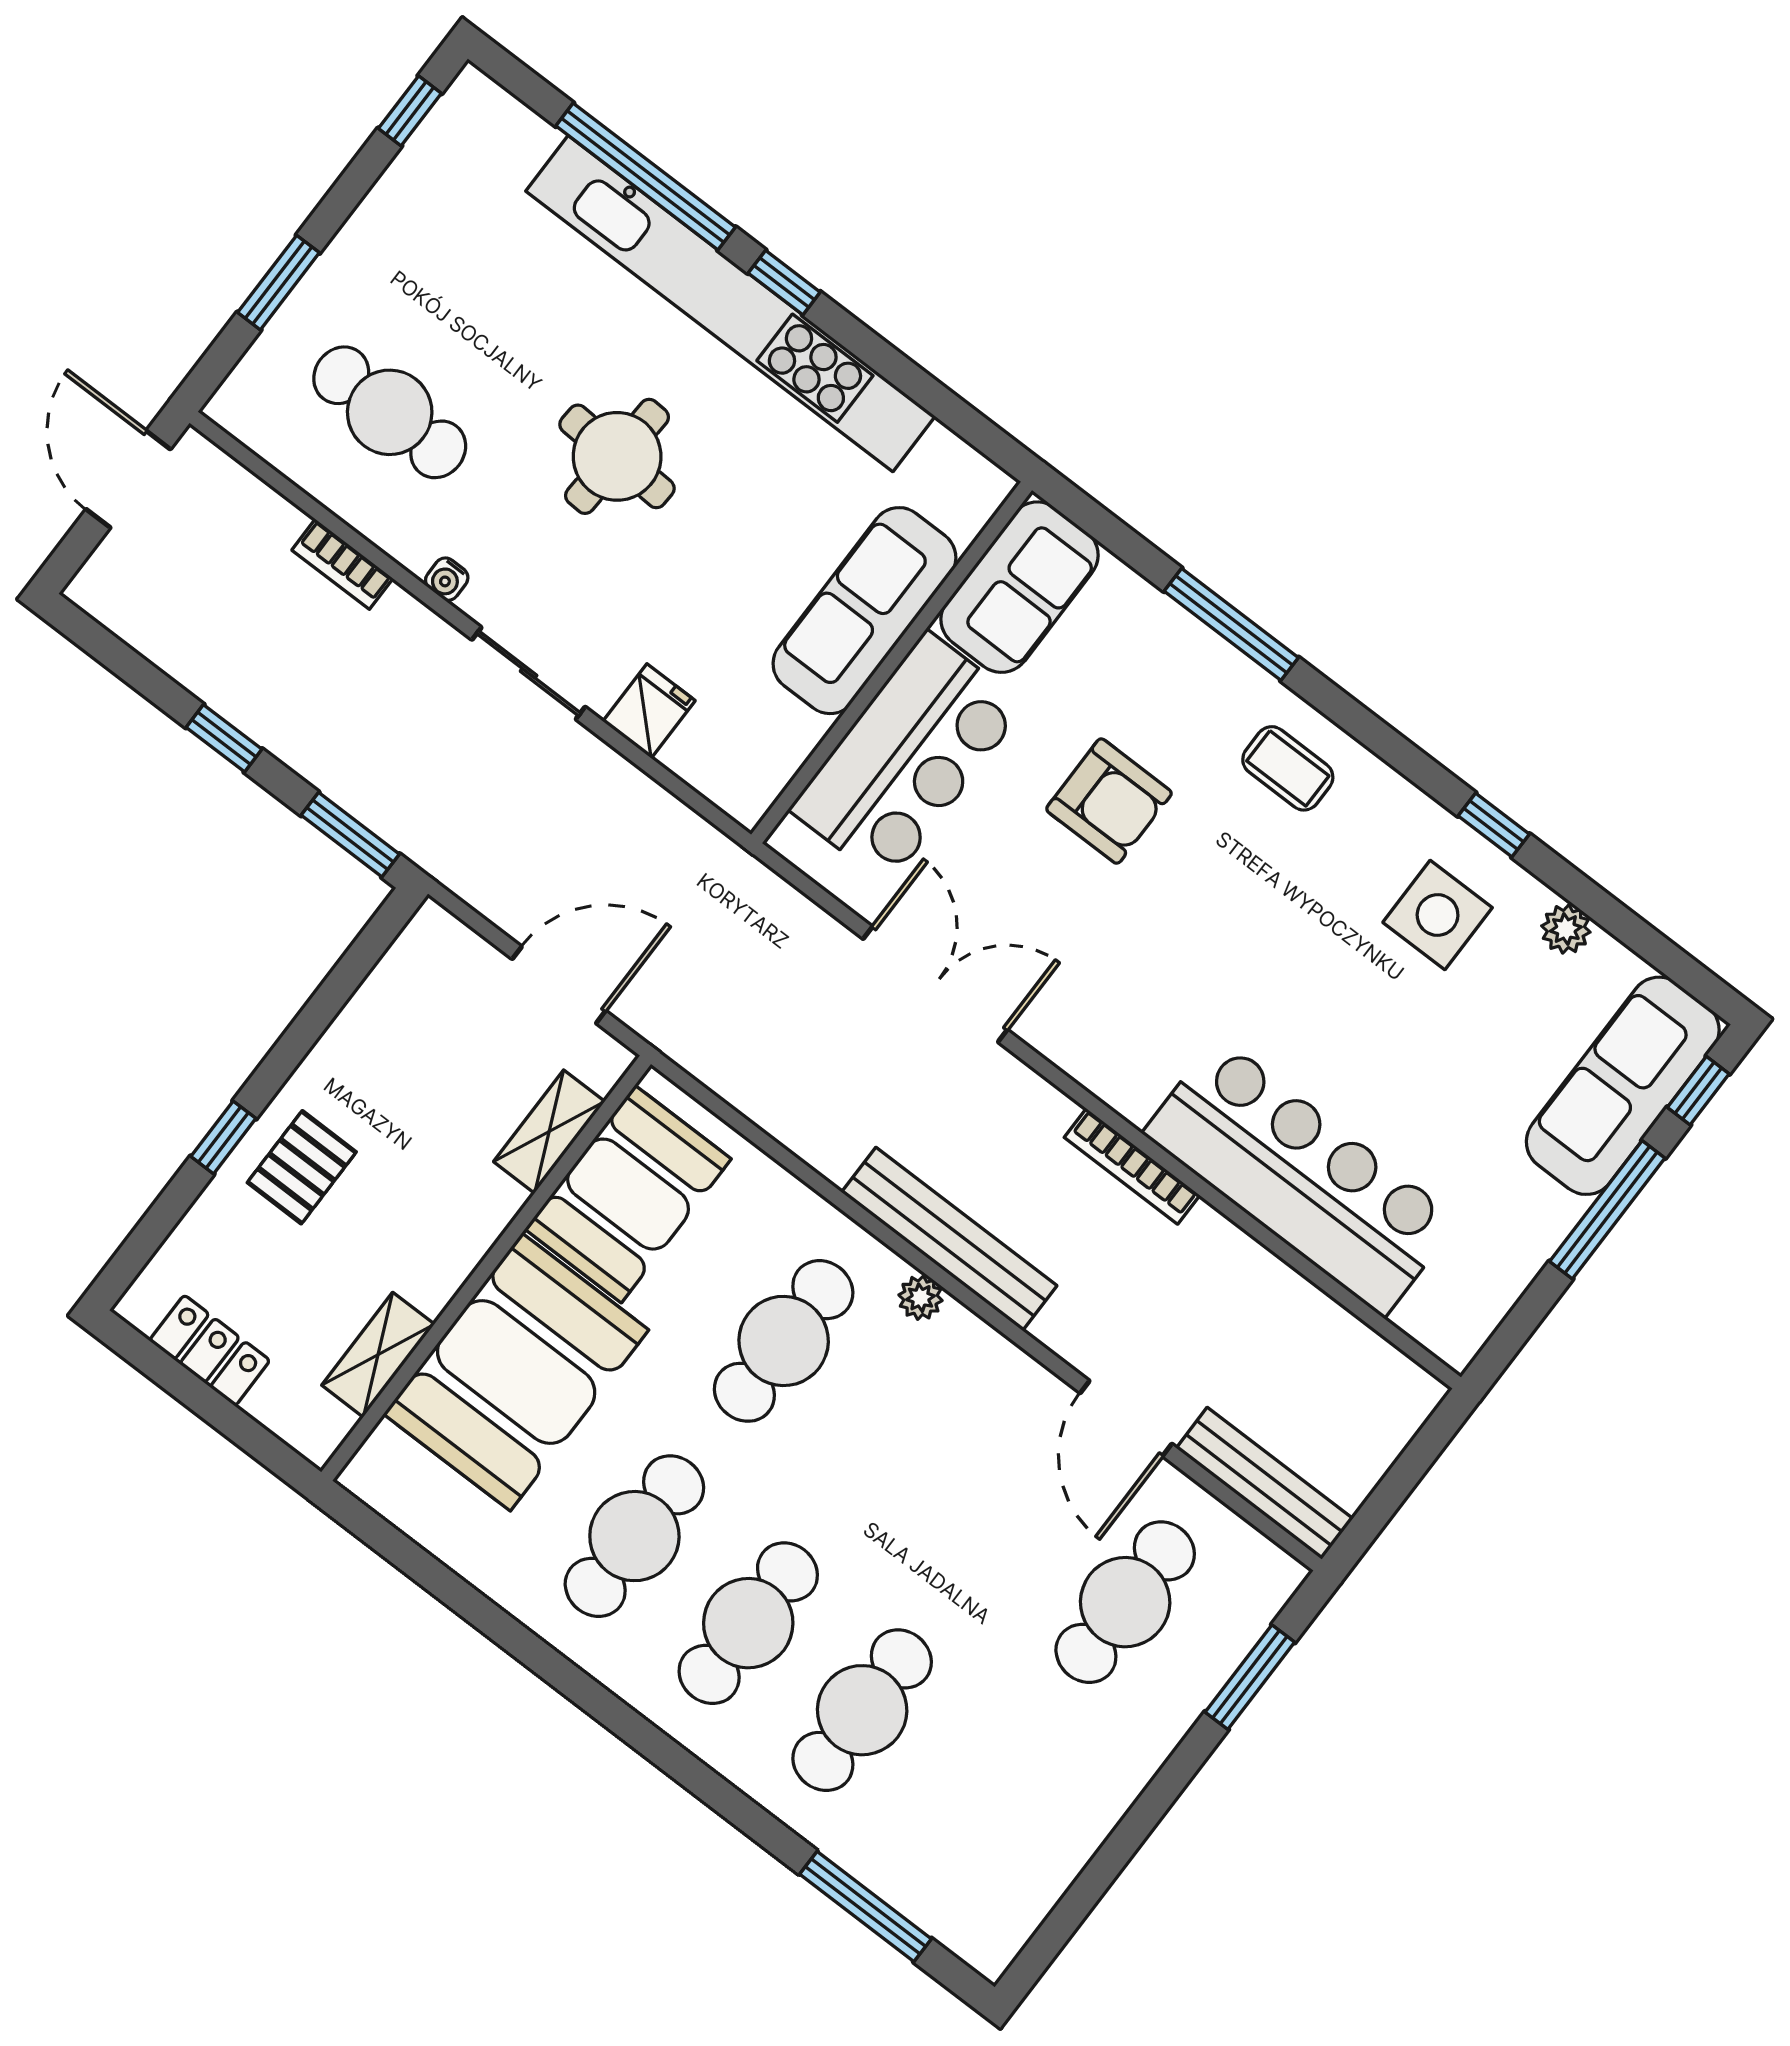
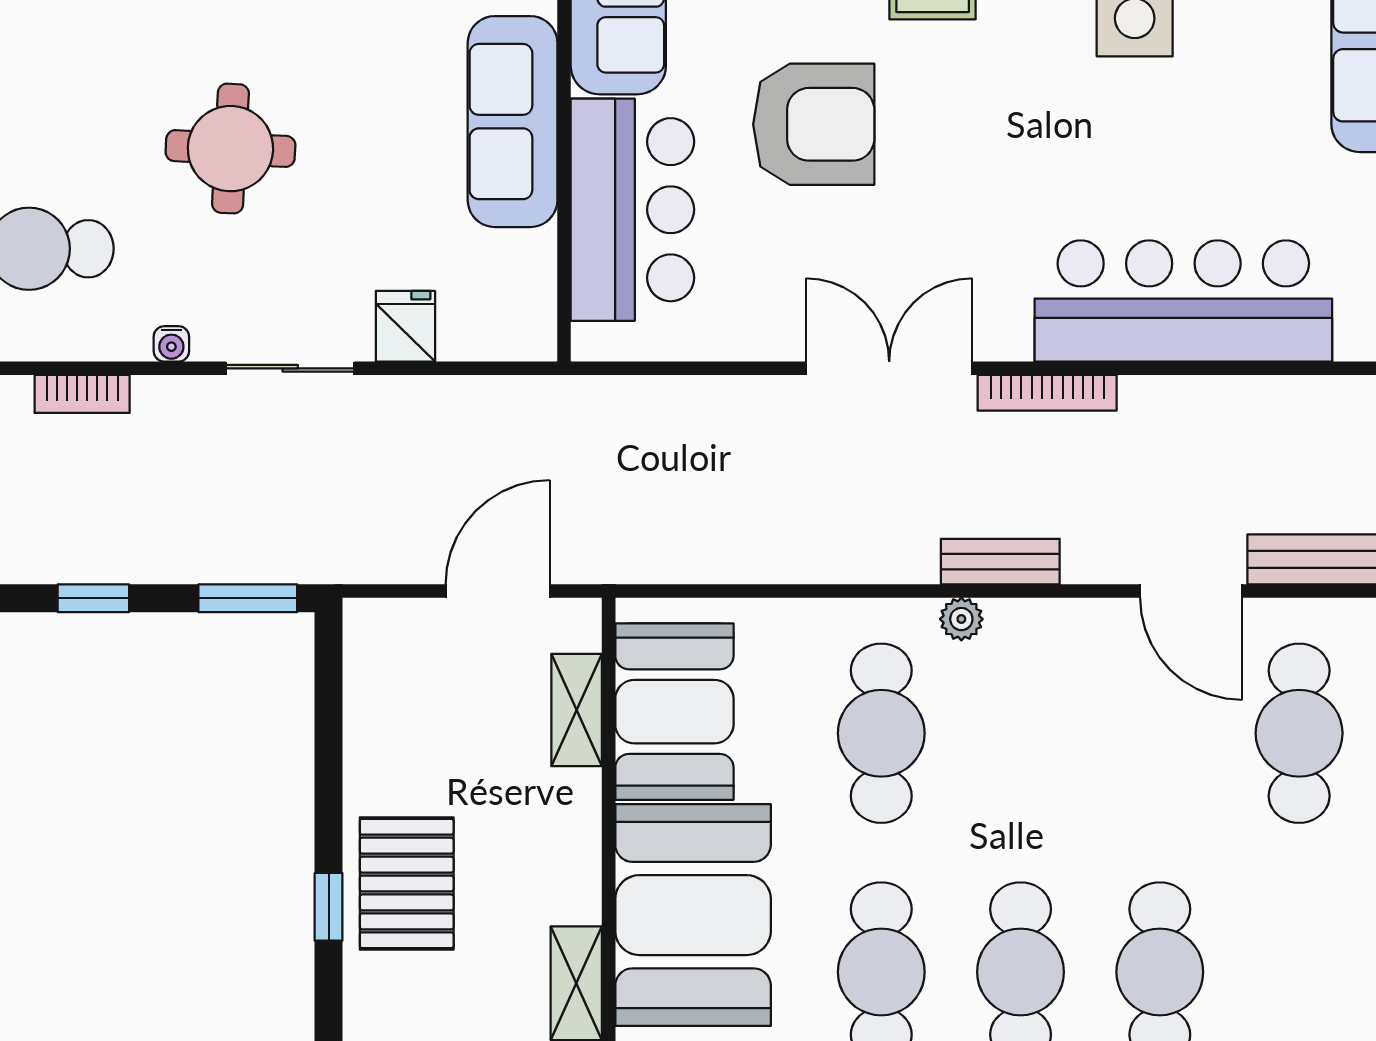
armchair: (1109, 801) -> (814, 124), width x1.36, depth x1.36
double door: (935, 984) -> (889, 368), moved
pallet: (302, 1167) -> (407, 884), width x1.50, depth x1.42
bench: (949, 1239) -> (1000, 562), width x0.54, depth x0.82

